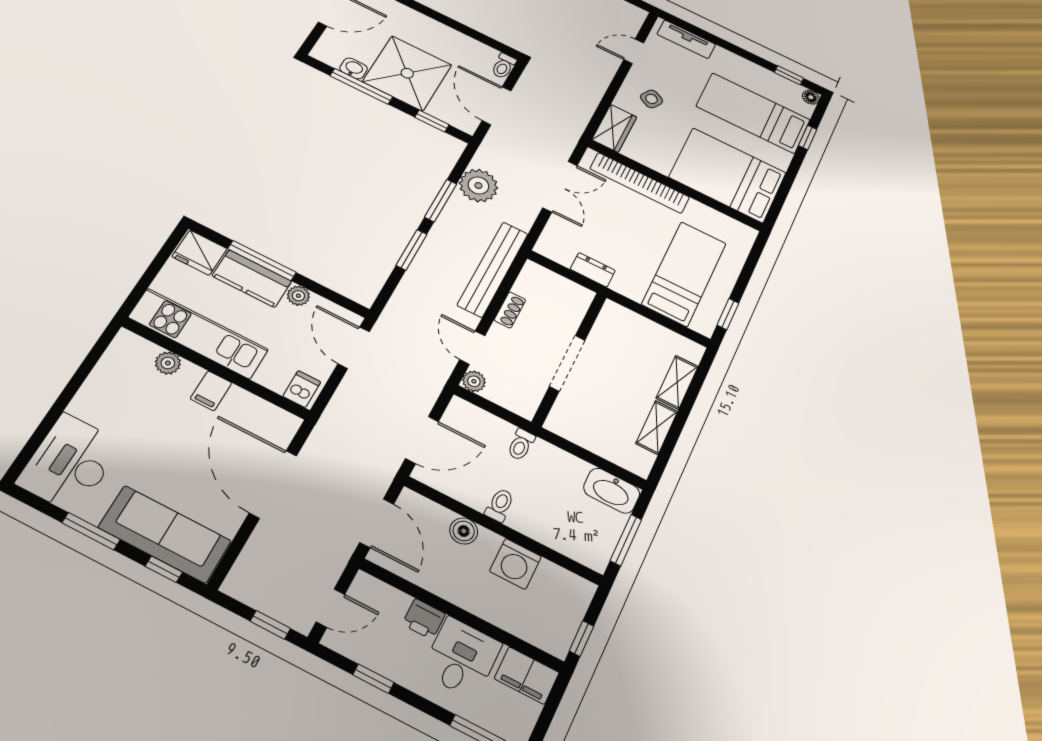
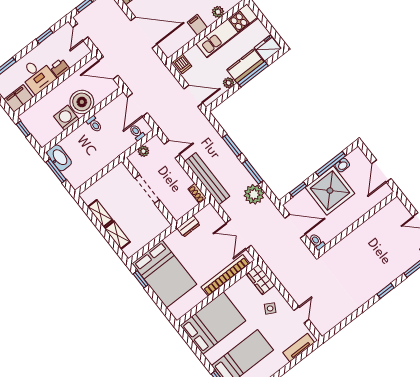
bed: (684, 274) -> (164, 274), width x1.50
shoe rack: (510, 310) -> (197, 193), moved
plant: (474, 381) -> (143, 151), moved
toilet: (521, 445) -> (137, 132), moved
washbasin: (612, 491) -> (59, 158), moved, turned 90
boiler: (464, 531) -> (82, 102), width x1.86, depth x1.86

